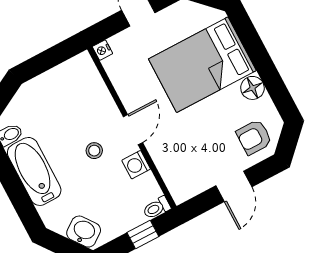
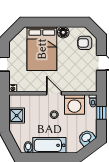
shower: (56, 83) -> (17, 116), added
armchair: (254, 137) -> (85, 43), turned 90
washing machine: (136, 165) -> (74, 105), width x1.89, depth x1.89

